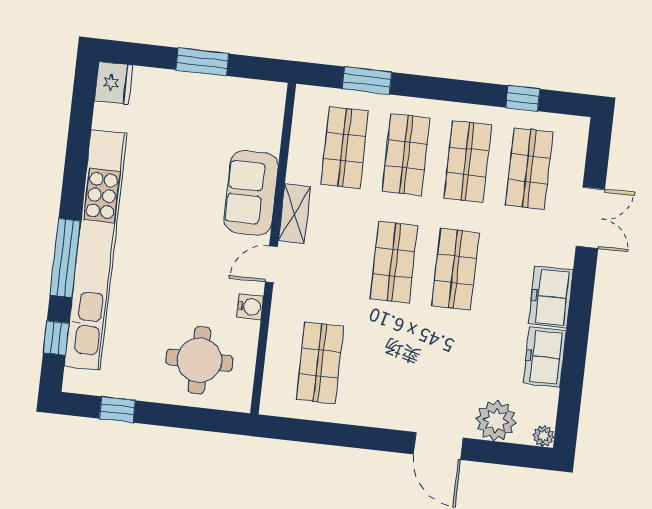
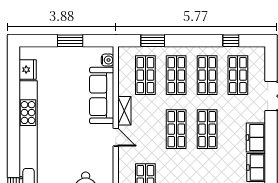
fridge: (114, 83) -> (28, 70), moved
sofa: (251, 193) -> (102, 95), width x1.36
window: (65, 258) -> (13, 146), removed
door: (271, 264) -> (116, 137), swing flipped
water cooler: (250, 307) -> (108, 60), moved

